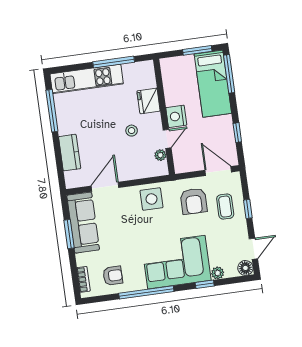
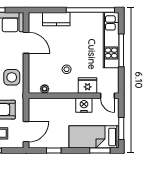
window: (114, 62) -> (121, 50), moved
window: (229, 74) -> (100, 151), width x0.69
window: (52, 111) -> (90, 10), width x1.46
nightstand: (176, 116) -> (84, 105), moved
door: (167, 139) -> (108, 96), moved

